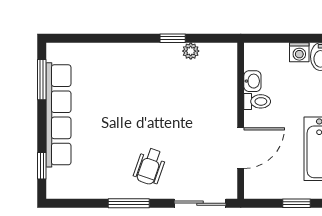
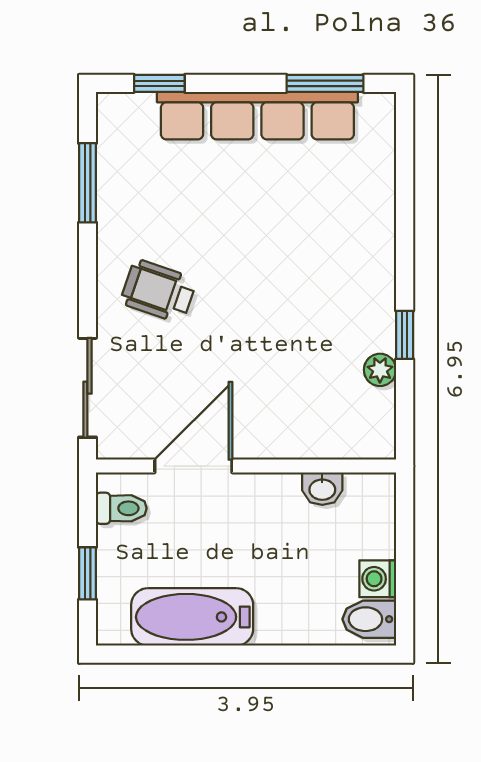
toilet: (257, 101) -> (121, 508), moved, turned -90
door: (241, 148) -> (193, 466), swing flipped
window: (129, 203) -> (87, 183), moved

